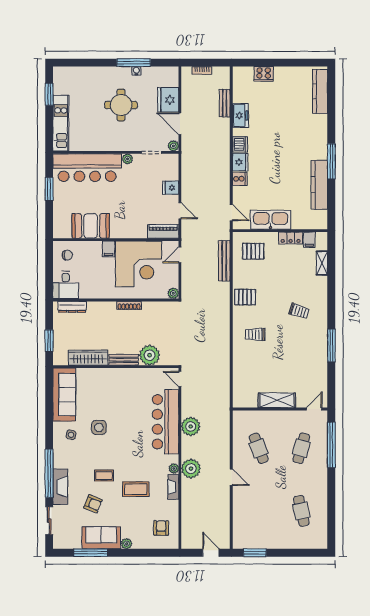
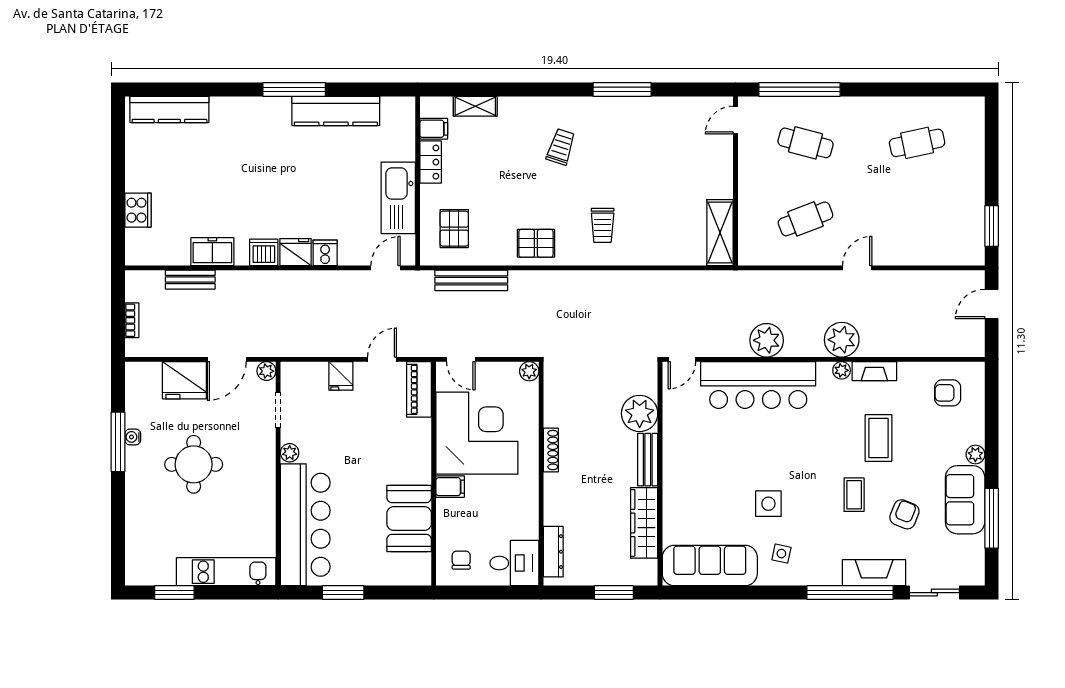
pallet: (245, 297) -> (536, 243), turned 90
shelving: (277, 400) -> (720, 233), moved
door: (314, 409) -> (736, 120), hinge flipped

